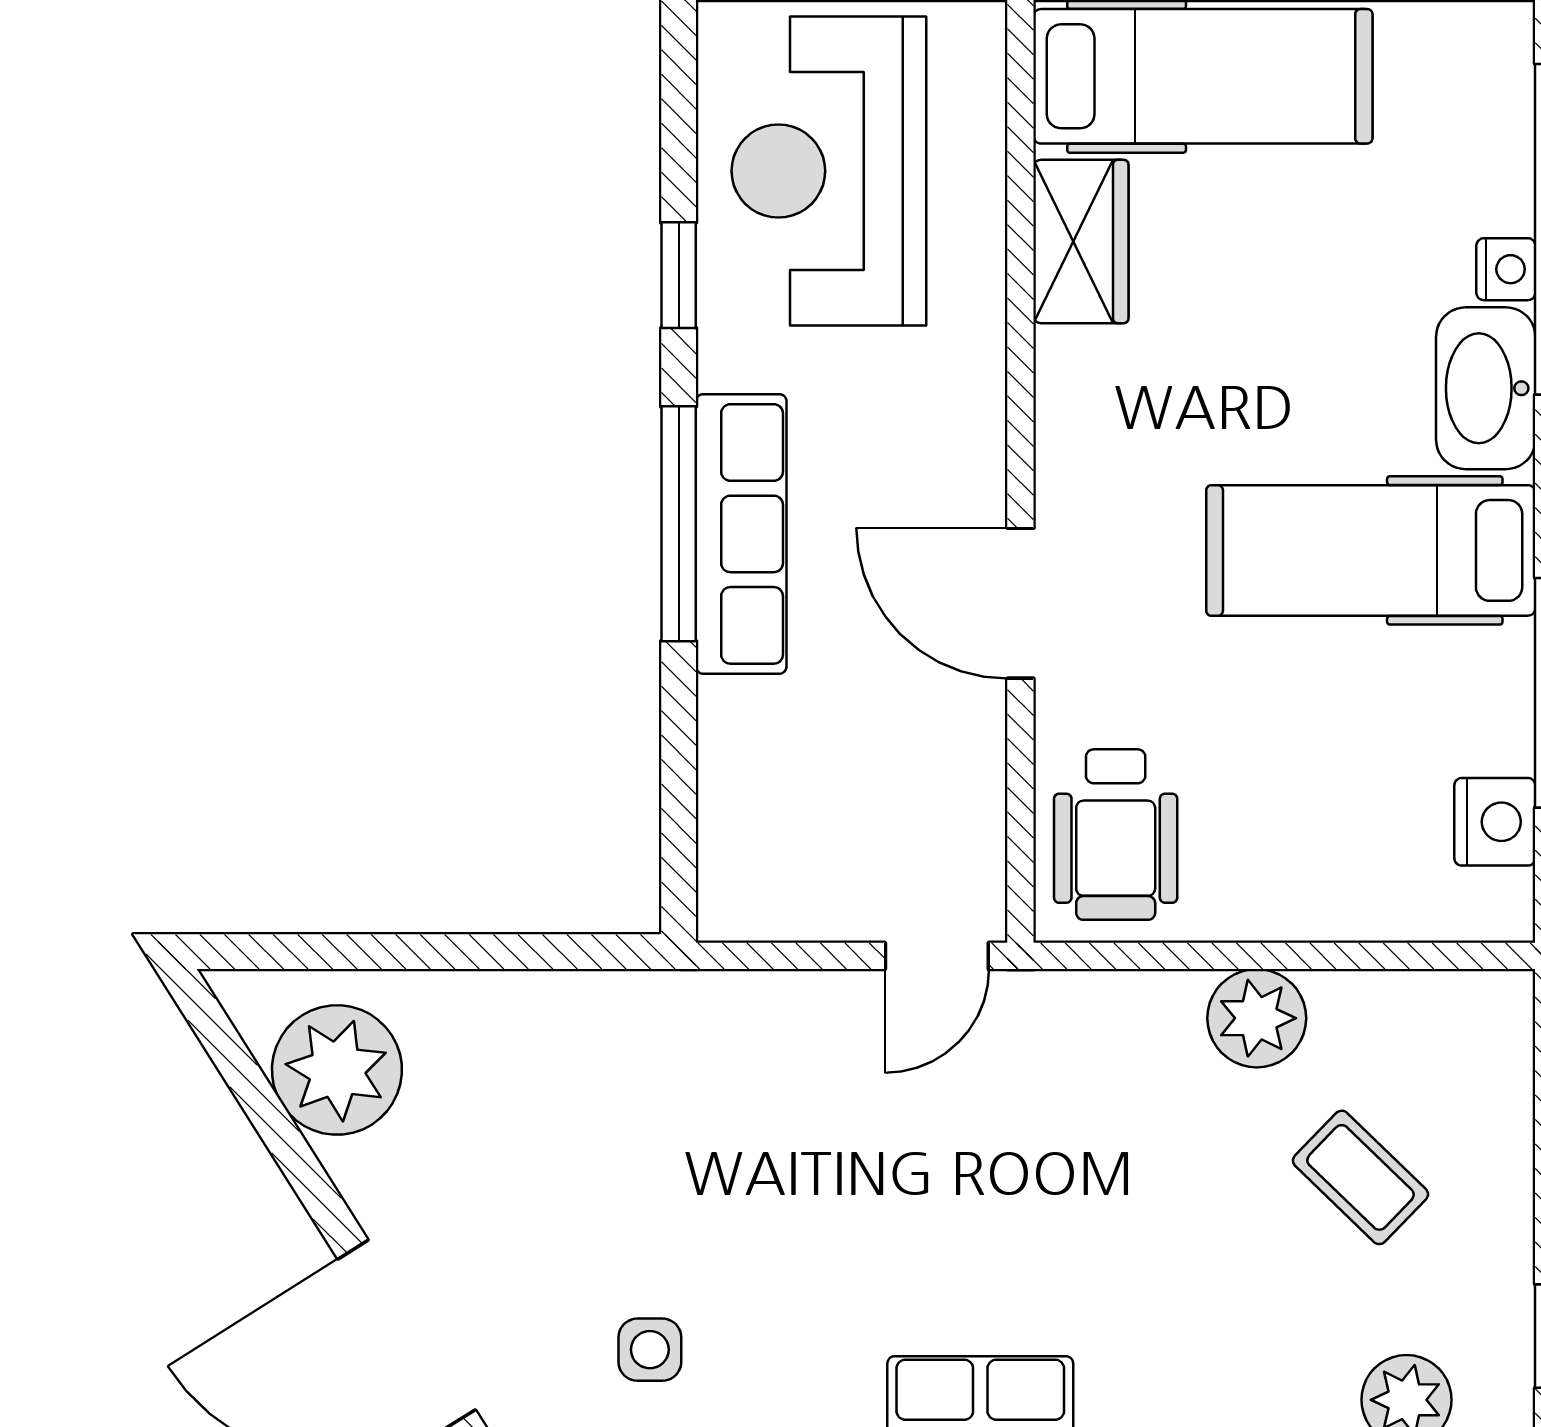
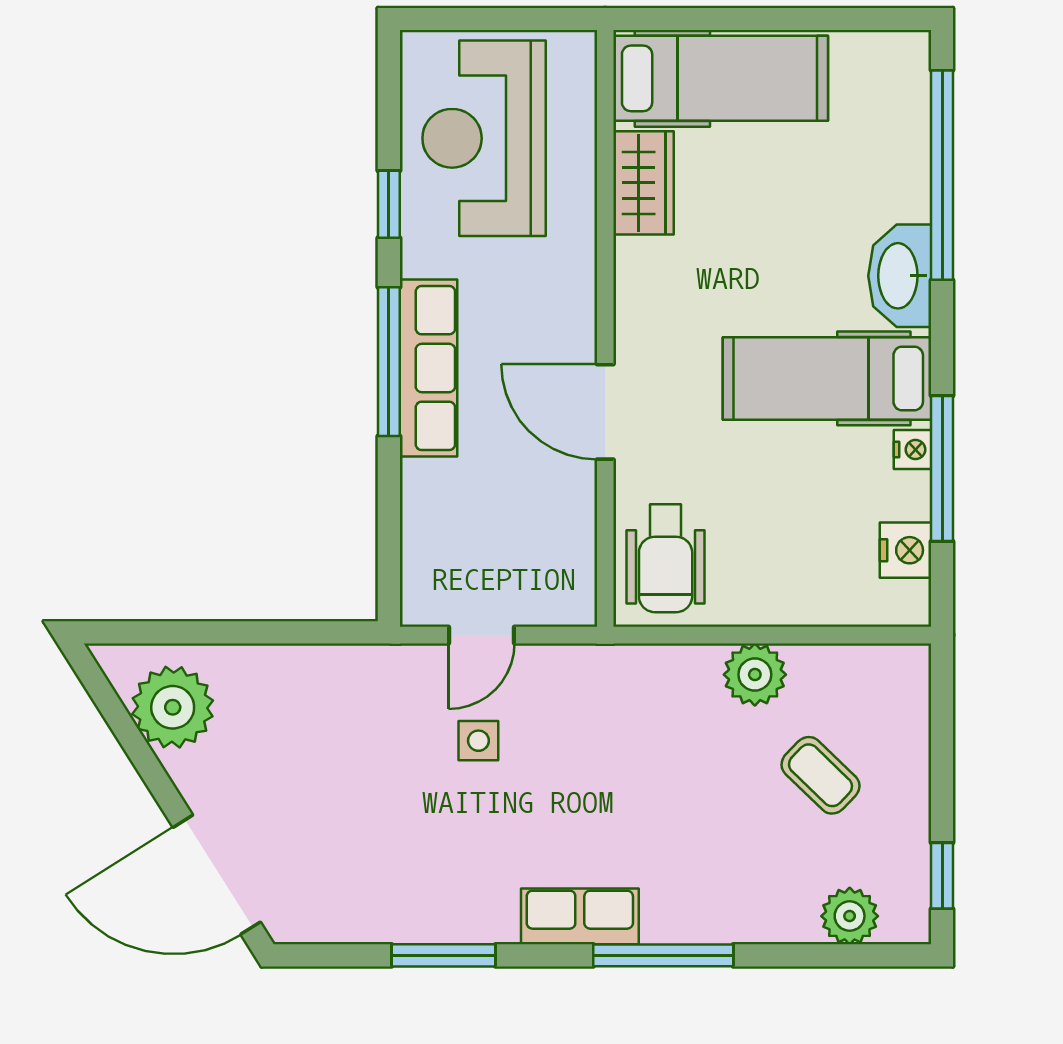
nightstand: (1506, 269) -> (912, 450), moved
door: (937, 956) -> (481, 635), moved
side table: (650, 1350) -> (478, 741), moved

